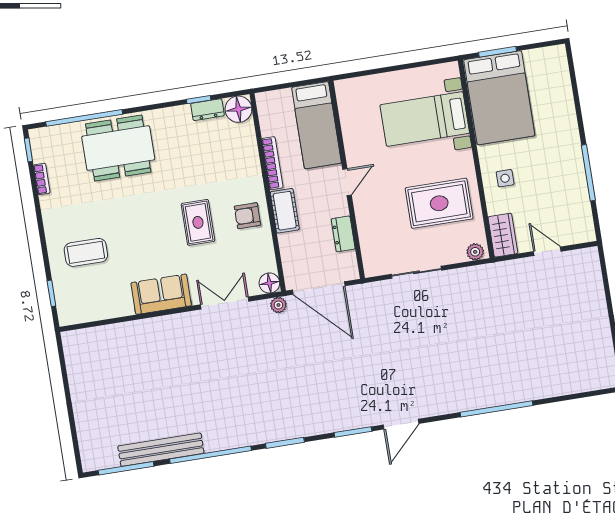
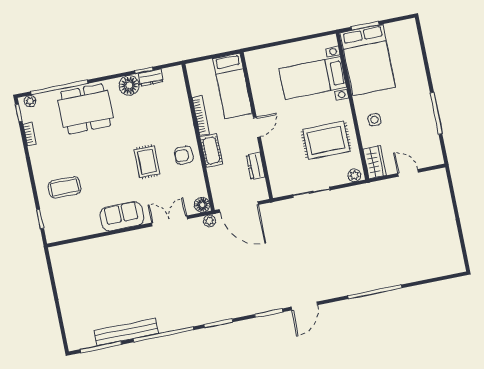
floor lamp: (238, 109) -> (129, 85), moved
plant: (44, 135) -> (30, 101), added

